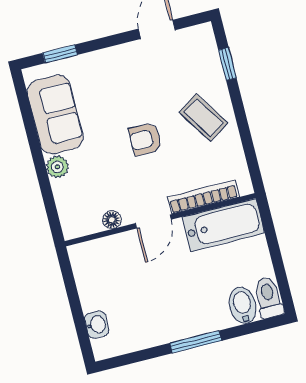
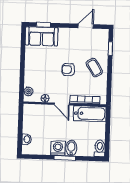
sofa: (55, 114) -> (42, 36), moved, turned 90
plant: (57, 167) -> (28, 91), moved
door: (153, 221) -> (62, 104), hinge flipped
bidet: (243, 305) -> (71, 148), moved
washing machine: (174, 325) -> (58, 148), added

